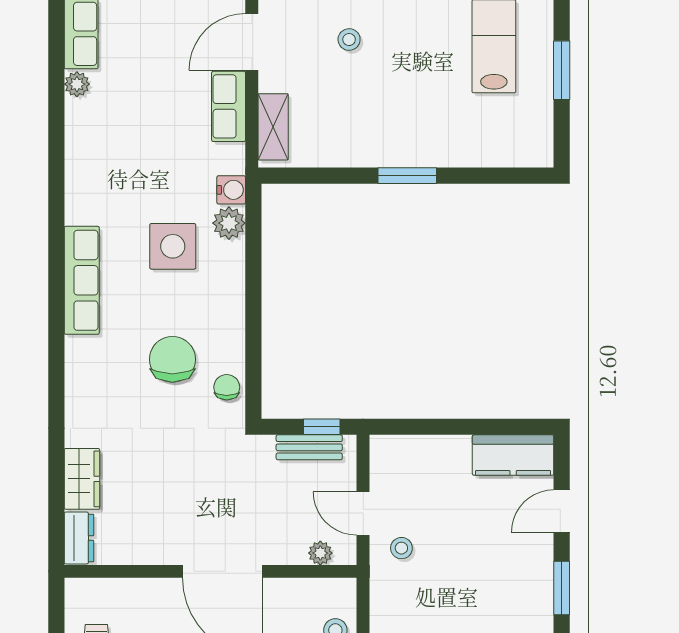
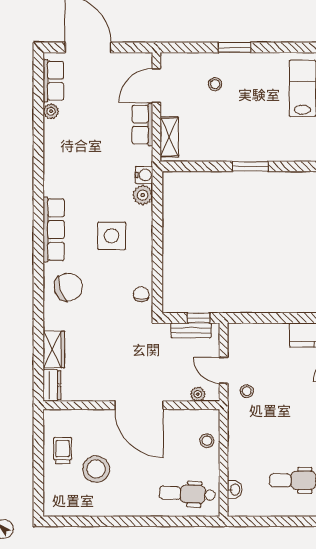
side table: (173, 246) -> (112, 236), moved
chair: (172, 359) -> (68, 287), moved, turned 72

